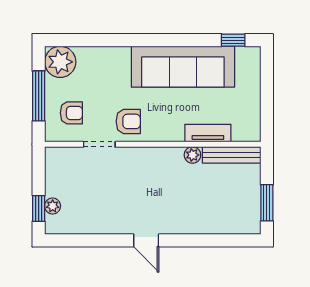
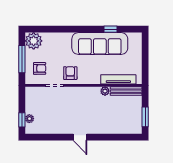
window: (233, 40) -> (110, 29), moved
armchair: (128, 121) -> (70, 73), turned -90
tv unit: (208, 133) -> (118, 79), width x1.41

